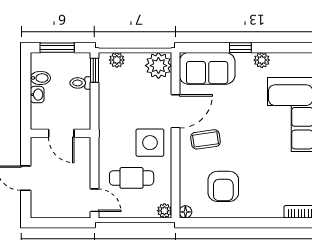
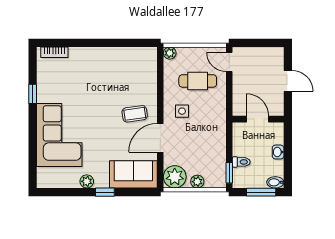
plant: (117, 60) -> (197, 182), moved
bidet: (40, 78) -> (275, 182), moved
side table: (150, 143) -> (182, 111), width x0.54, depth x0.54
armchair: (223, 186) -> (120, 74), removed
floor lamp: (185, 212) -> (152, 52), removed

